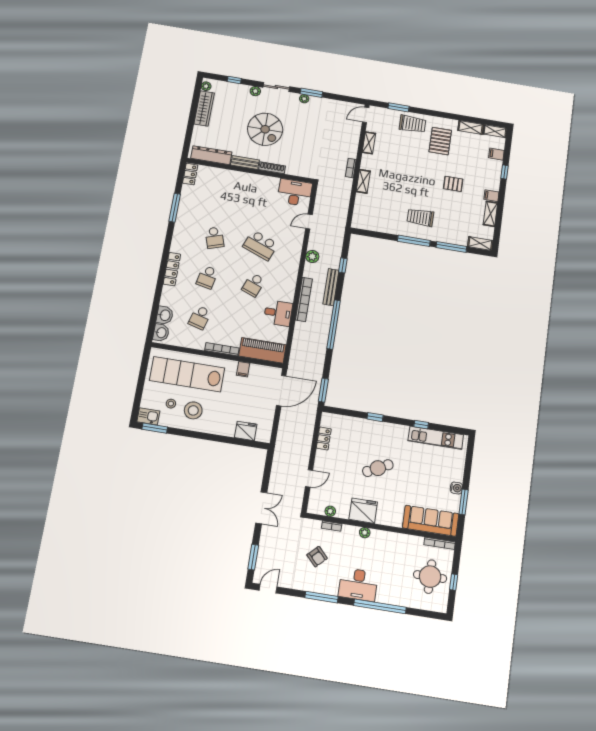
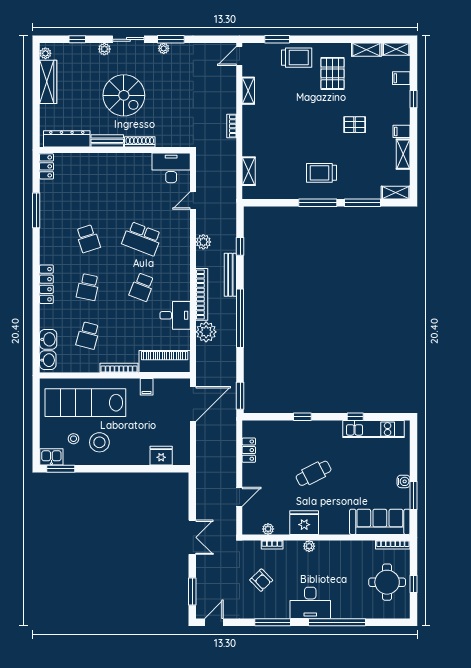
shelving: (363, 181) -> (249, 171), moved
plant: (303, 331) -> (206, 332), added

